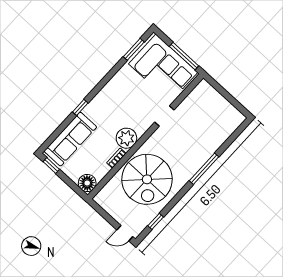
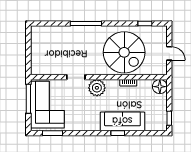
plant: (126, 138) -> (97, 88), moved
sofa: (70, 139) -> (122, 121), moved
spiral stairs: (147, 179) -> (124, 52), turned 90
door: (125, 233) -> (169, 53), moved

